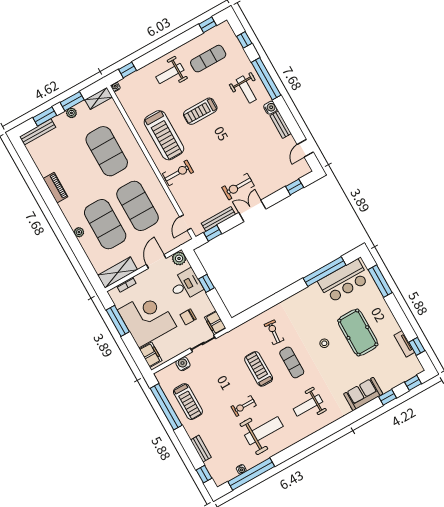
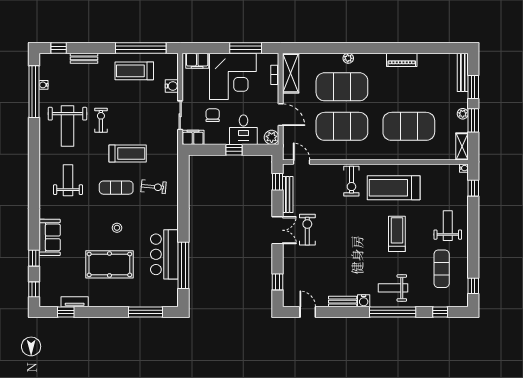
bar counter: (344, 281) -> (164, 254), moved

